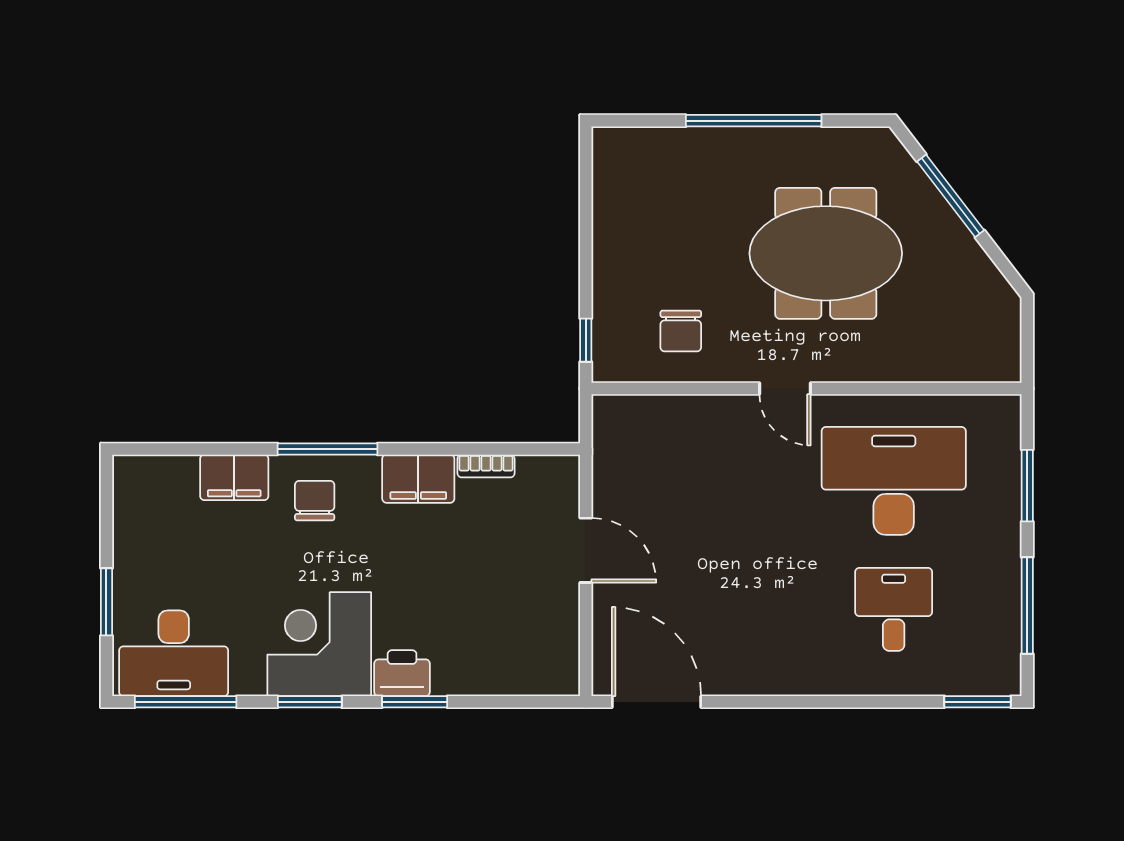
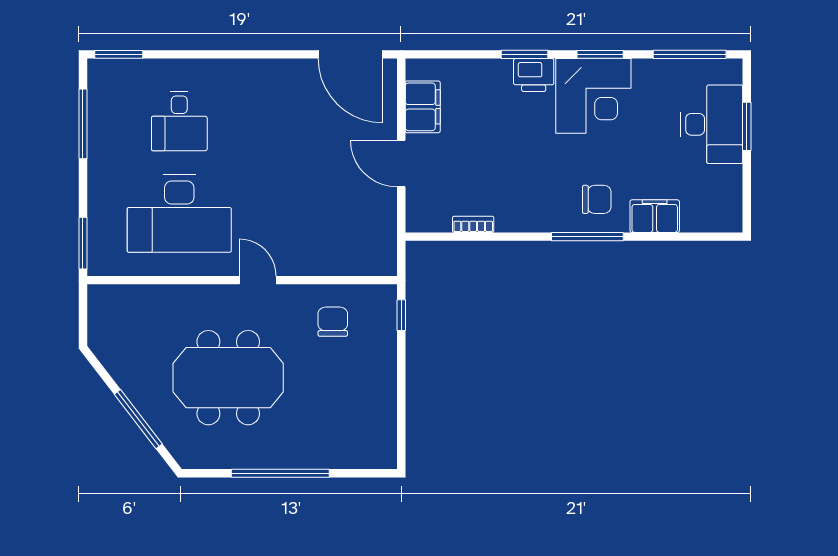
filing cabinet: (418, 479) -> (423, 107), moved, turned 90
window: (1027, 486) -> (83, 243), moved
chair: (315, 501) -> (597, 199), turned -90
desk: (174, 653) -> (712, 124), moved, turned 90

